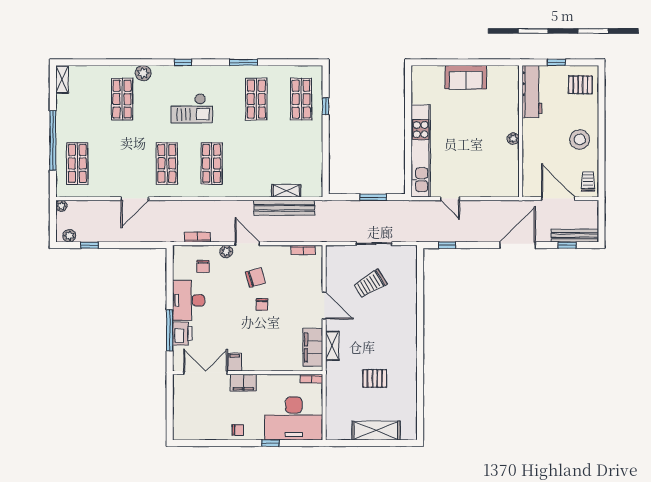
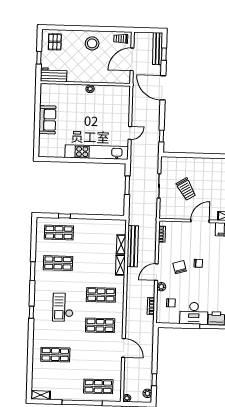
plant: (143, 73) -> (38, 340), removed
workbench: (532, 92) -> (54, 75), width x0.73
checkout: (192, 108) -> (63, 307), turned 180
shelving: (256, 191) -> (120, 265), added

